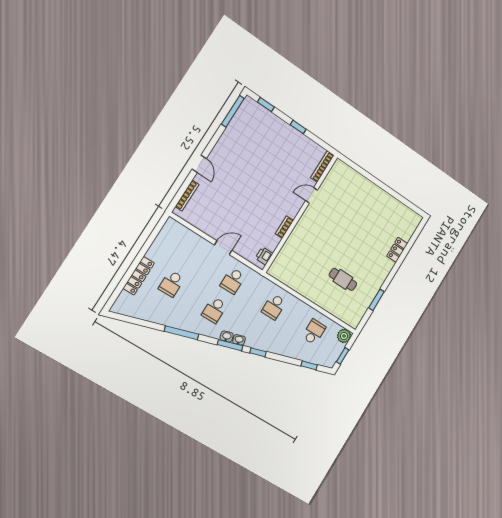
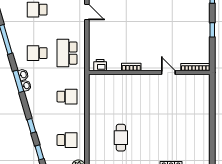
door: (223, 248) -> (87, 12), moved
school desk: (233, 281) -> (67, 53), width x1.85
school desk: (274, 307) -> (67, 97), turned 180
window: (258, 352) -> (31, 126), moved

